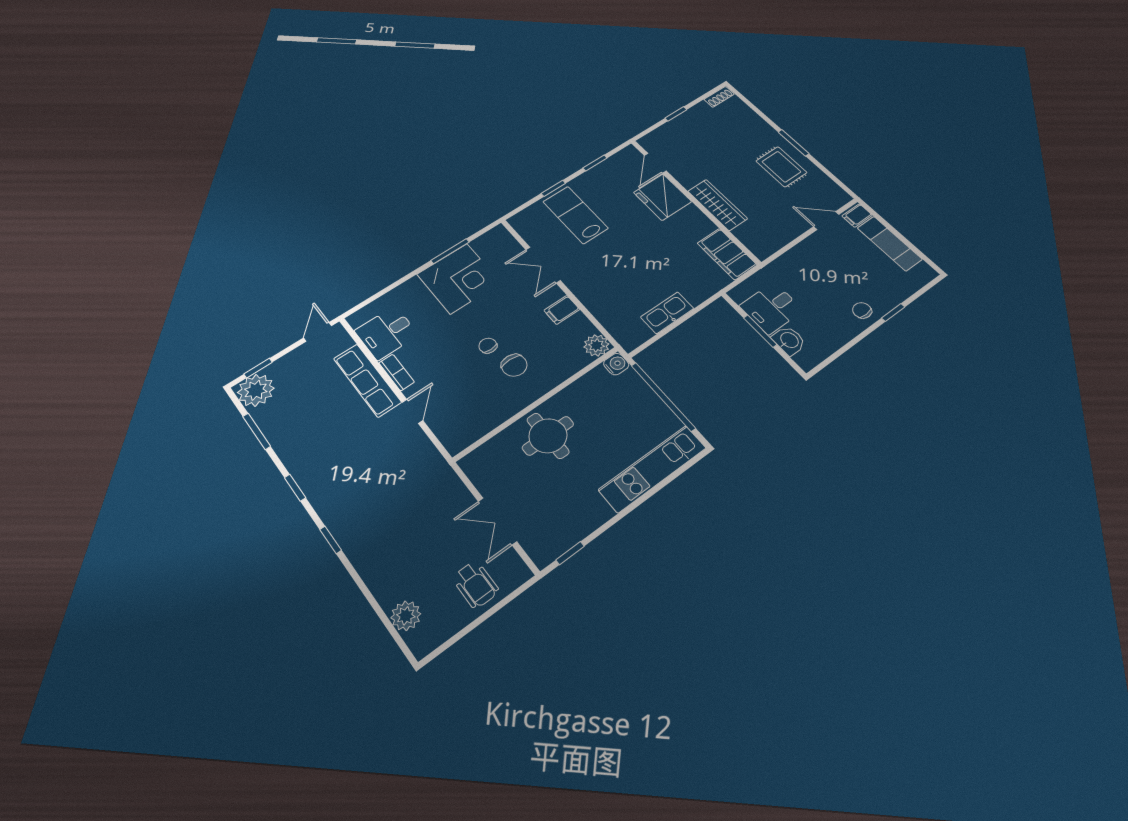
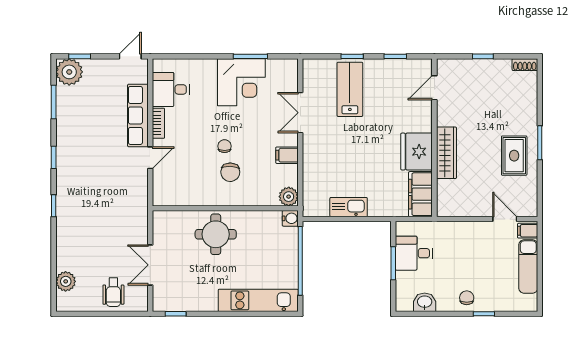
fridge: (662, 197) -> (417, 152), moved
washbasin: (789, 340) -> (425, 302), moved, turned -90

